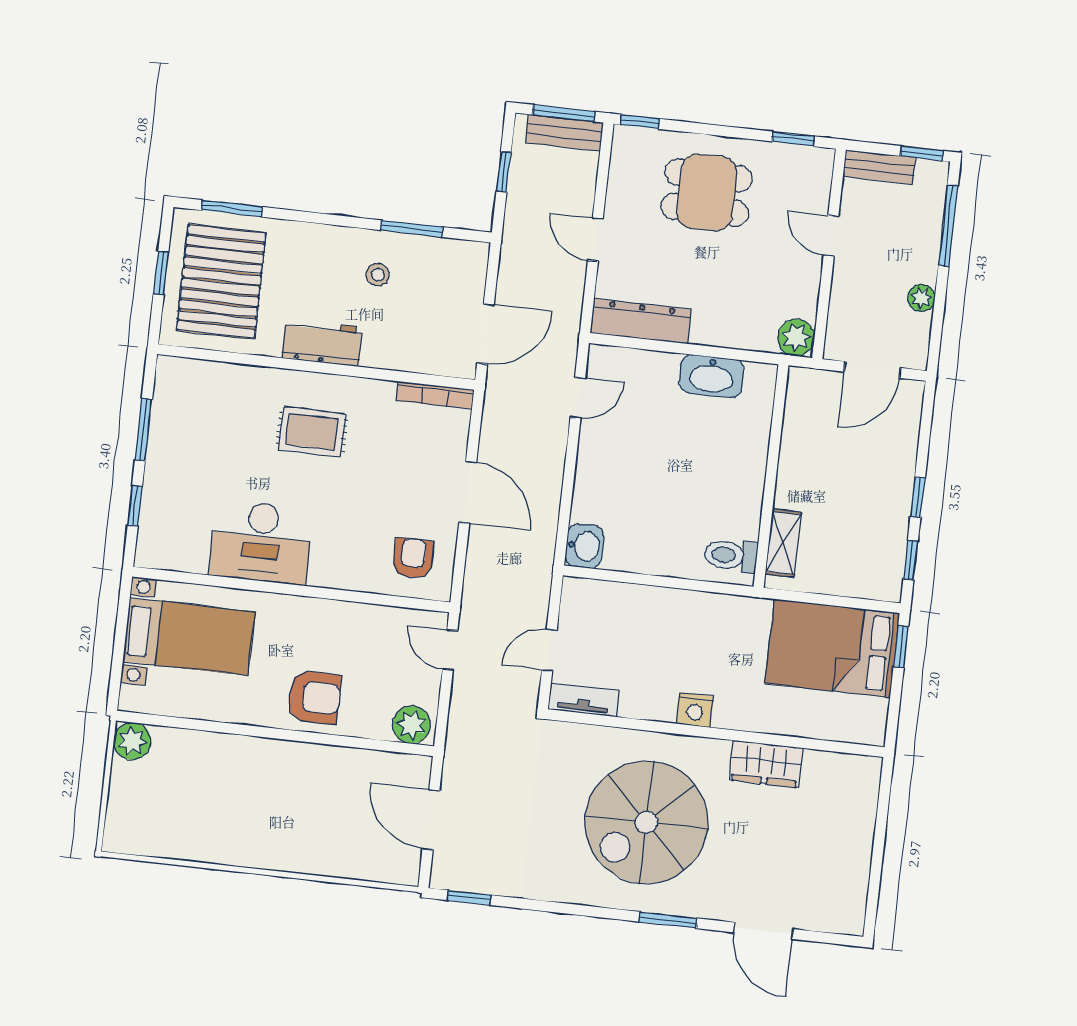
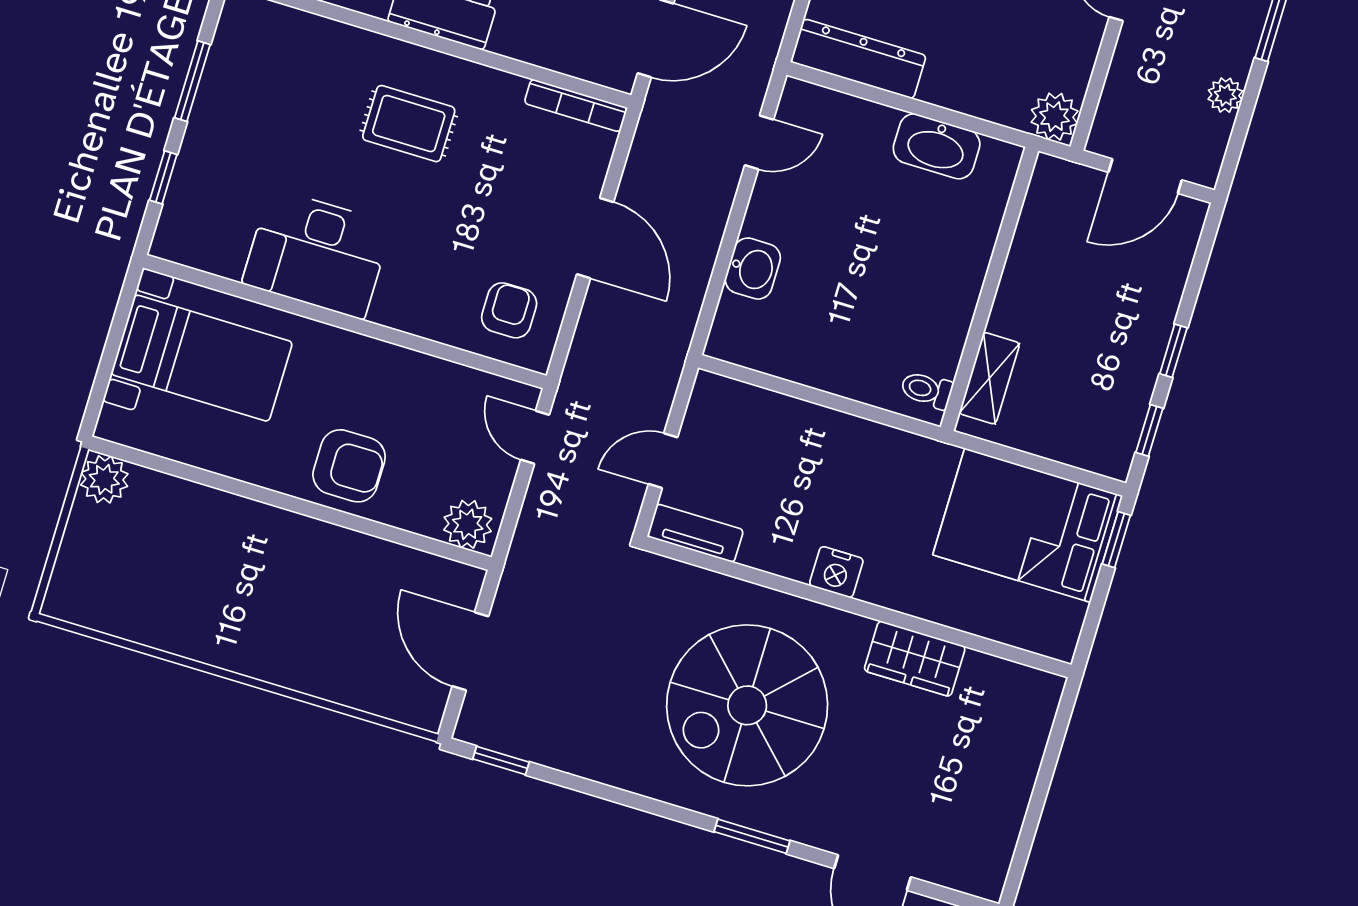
washbasin: (584, 546) -> (753, 269), moved
toilet: (731, 555) -> (927, 390), width x0.73, depth x0.72

